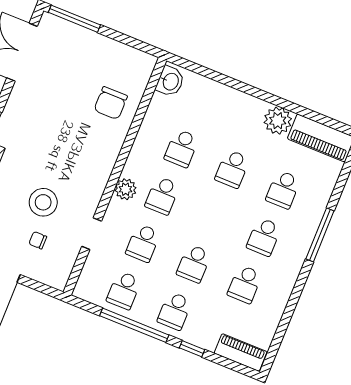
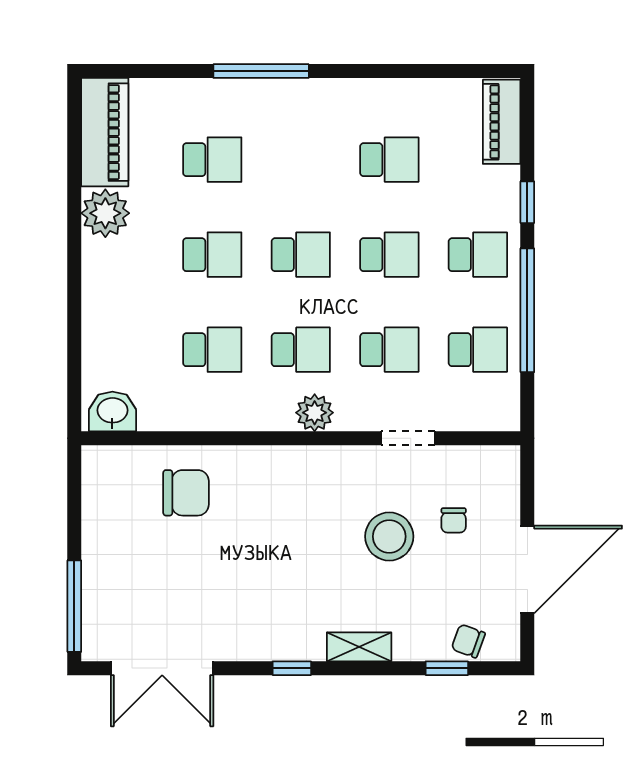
school desk: (264, 237) -> (301, 255), moved

